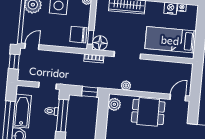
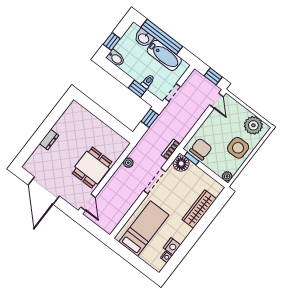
window: (90, 92) -> (150, 118), moved
plant: (114, 104) -> (118, 142), removed
window: (62, 116) -> (138, 89), width x0.46

